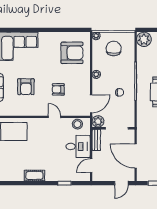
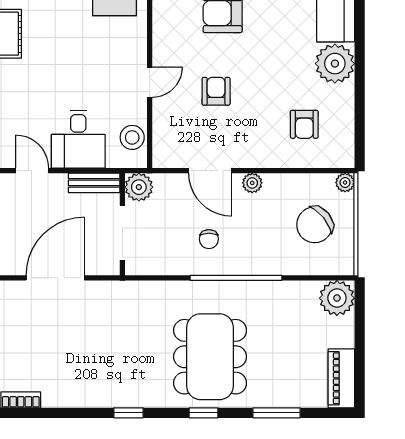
plant: (47, 40) -> (335, 64), added
chair: (114, 49) -> (315, 225), turned 141
armchair: (72, 53) -> (304, 124), width x0.53, depth x0.53
door: (91, 104) -> (210, 171), moved

